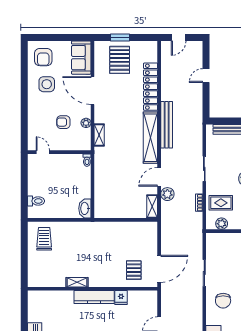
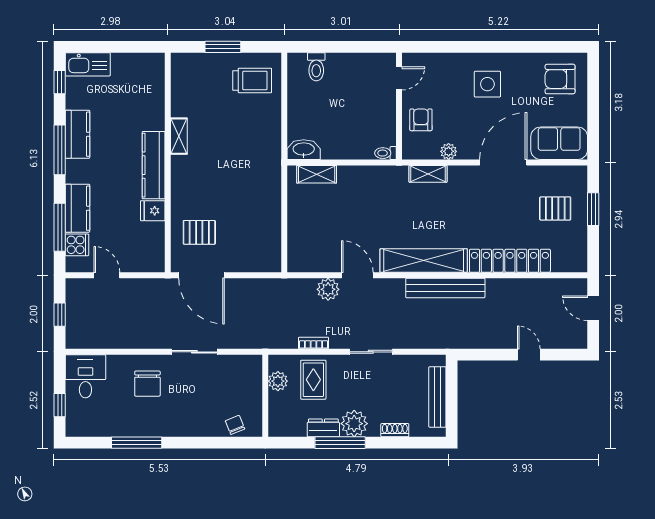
pallet: (120, 60) -> (555, 208), width x0.67, depth x0.71
side table: (47, 84) -> (487, 84), moved
armchair: (63, 122) -> (421, 120), moved
shelving: (152, 206) -> (317, 174), moved
window: (24, 256) -> (223, 47), added
chair: (223, 301) -> (147, 384), turned -90

